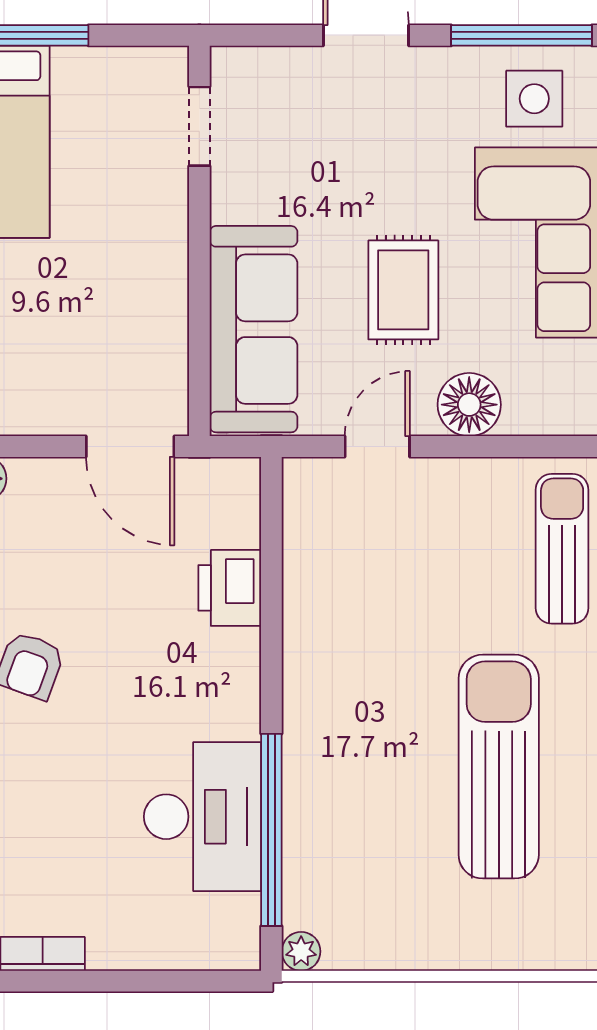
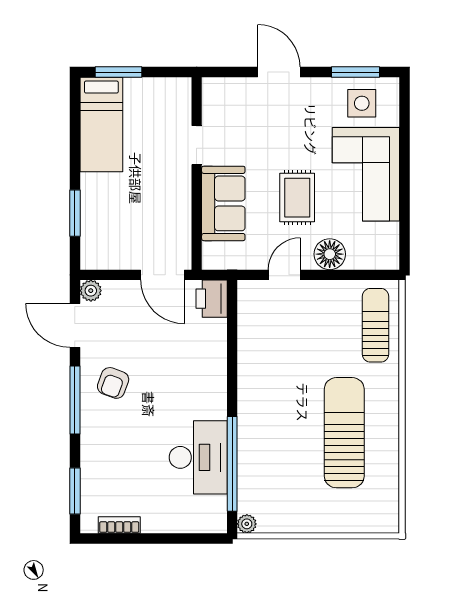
window: (522, 35) -> (356, 72), width x0.69
doorway: (199, 126) -> (197, 145), moved
sofa: (254, 329) -> (223, 203), width x0.73
printer: (230, 588) -> (212, 299), moved

